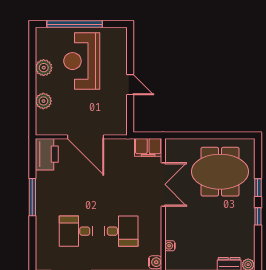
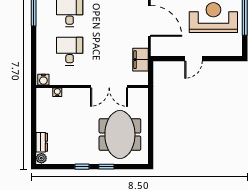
door: (85, 137) -> (149, 21), swing flipped
filing cabinet: (148, 147) -> (140, 60), moved
desk: (121, 231) -> (70, 51), turned 180

